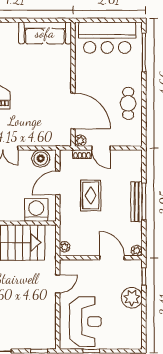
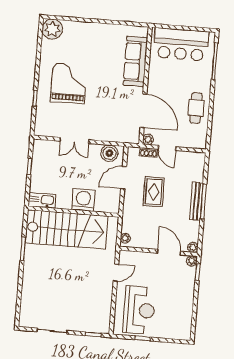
sofa: (45, 33) -> (135, 61), moved, turned 90
washing machine: (36, 210) -> (83, 200), moved
plant: (132, 298) -> (192, 261), moved, width x0.53, depth x0.53

